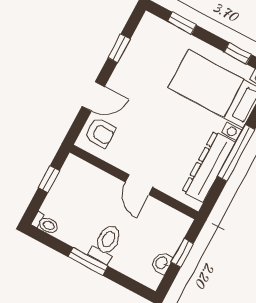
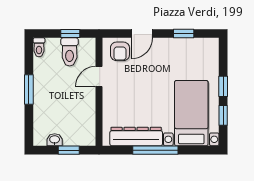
window: (182, 23) -> (223, 86), moved
door: (93, 96) -> (142, 34), hinge flipped
door: (139, 185) -> (99, 77), moved
toilet: (106, 244) -> (70, 52), moved, turned 90

